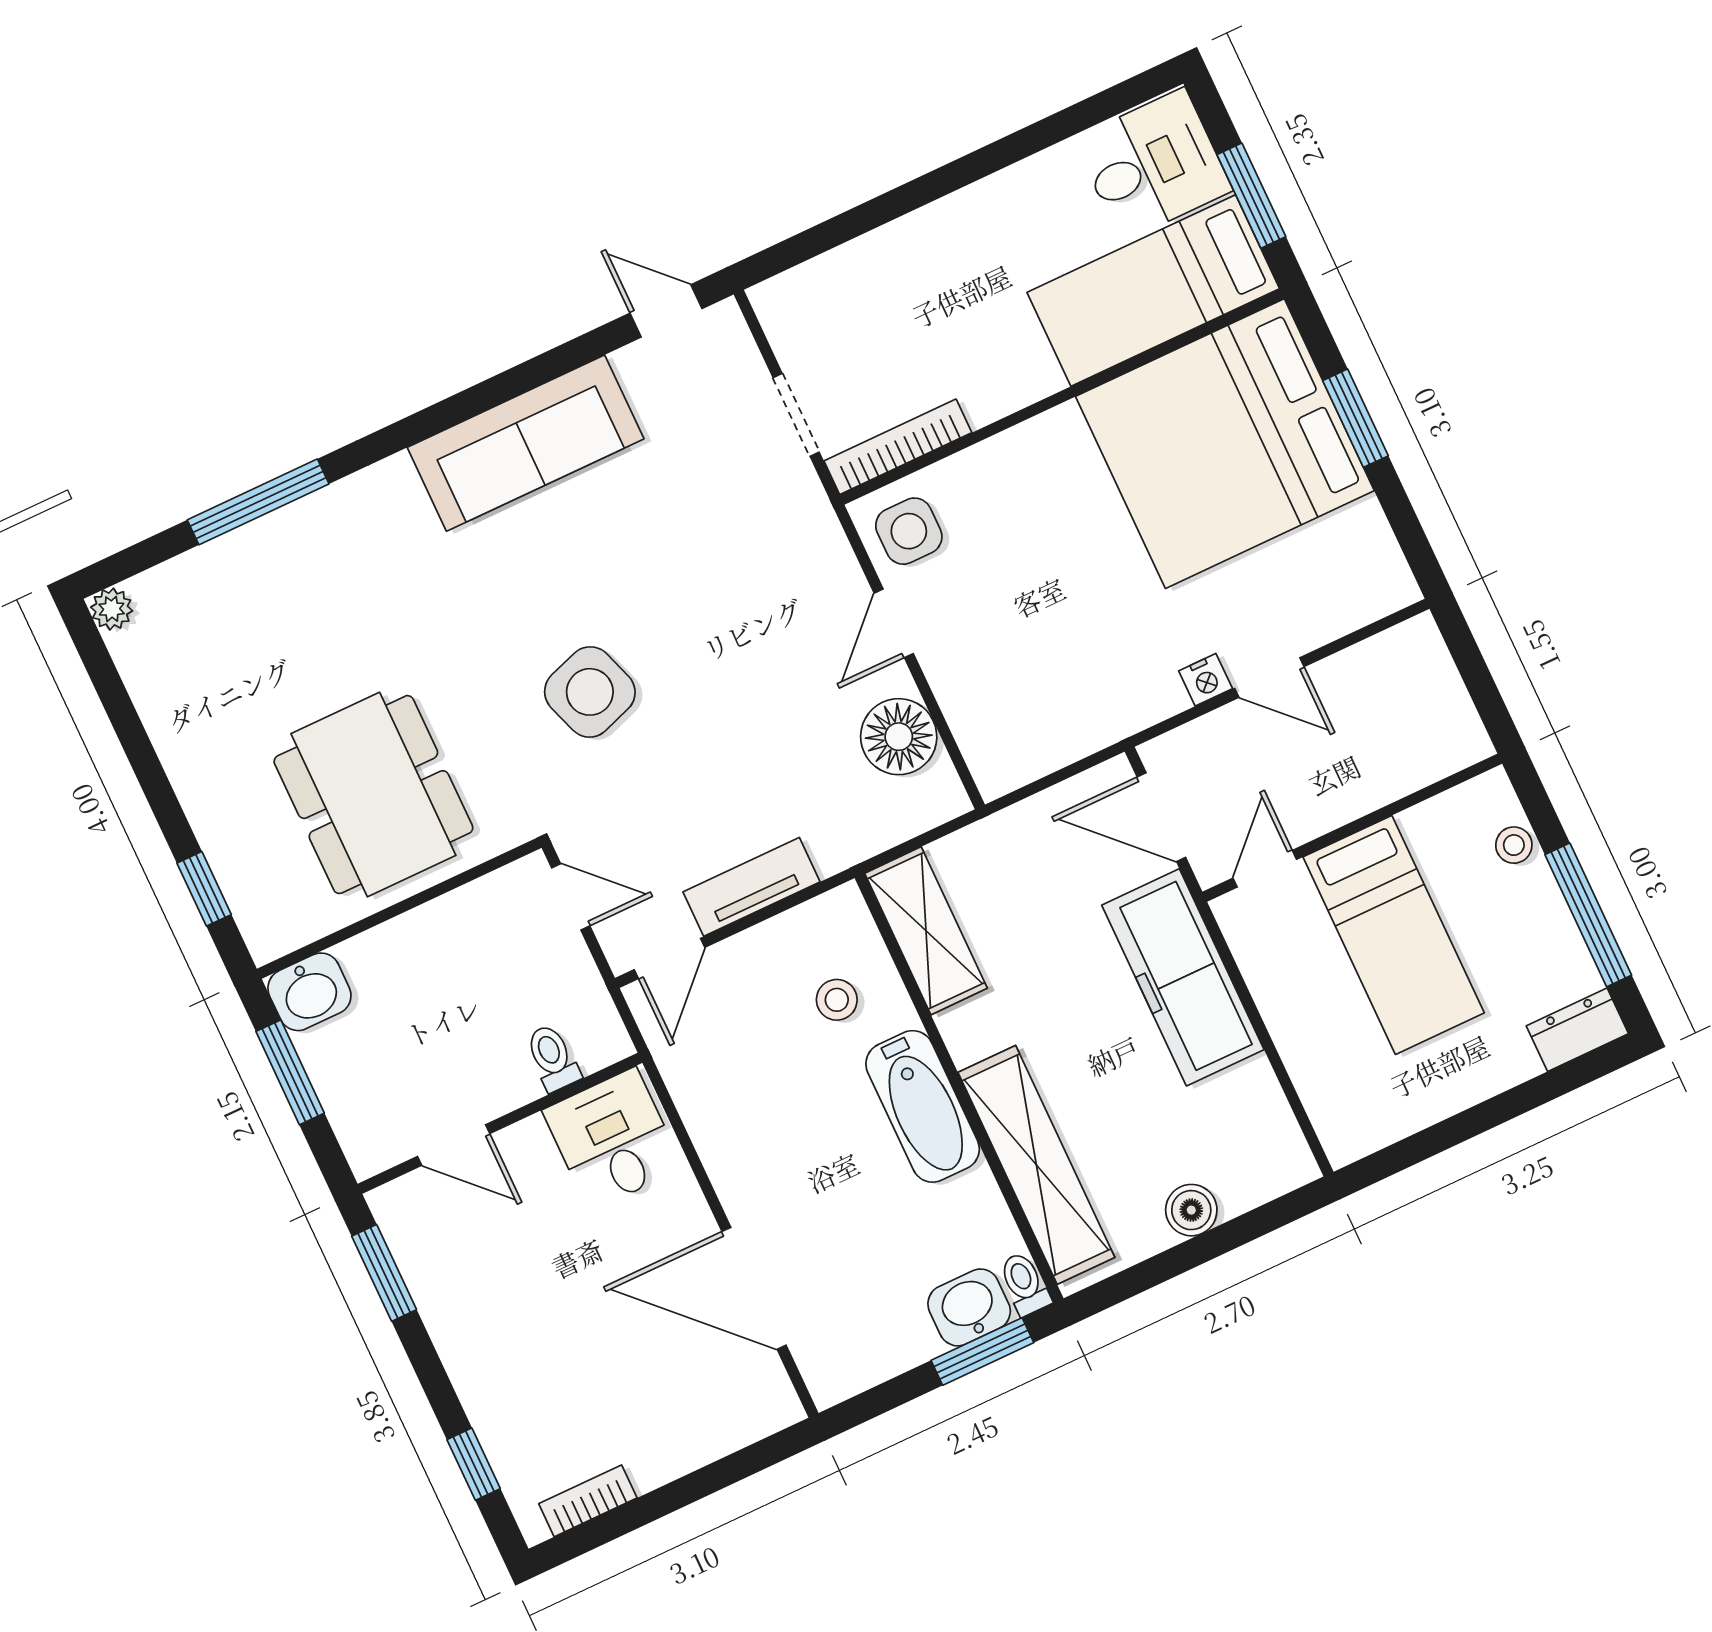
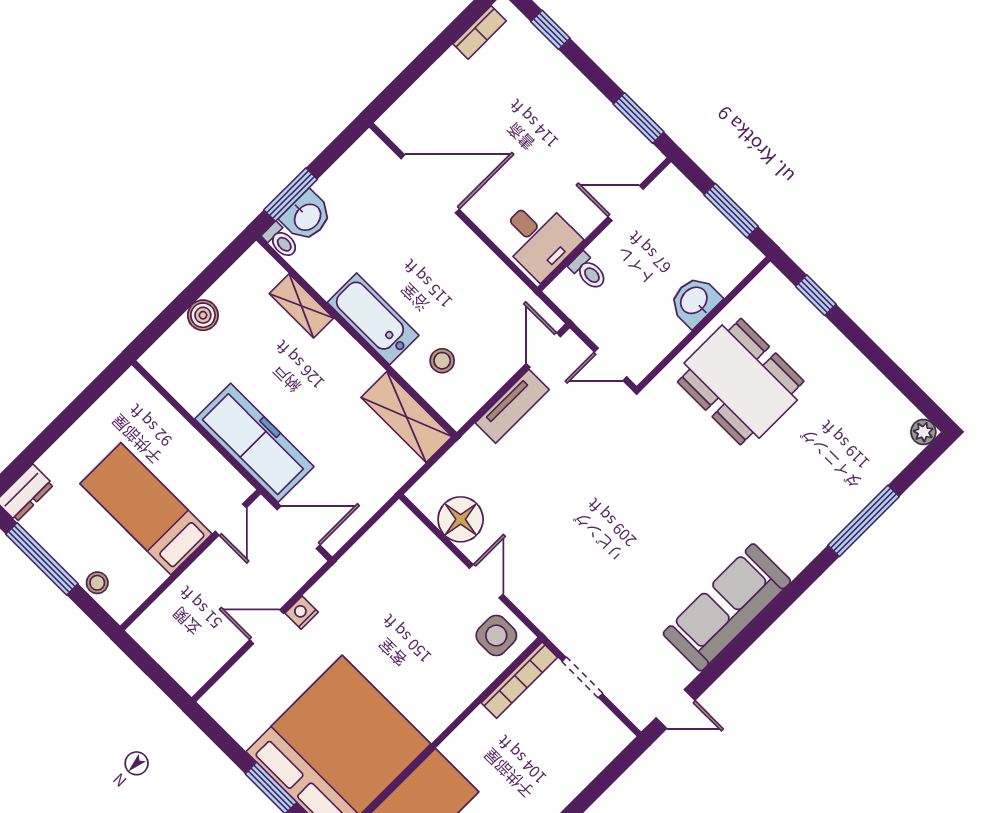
side table: (590, 692) -> (641, 482), removed
washbasin: (309, 992) -> (695, 301), moved
shelving: (1036, 1165) -> (301, 306), width x0.45, depth x0.75

